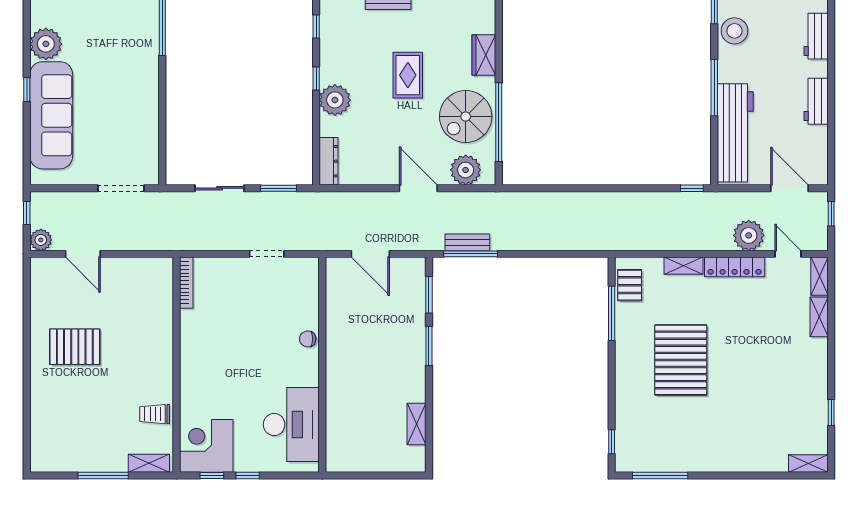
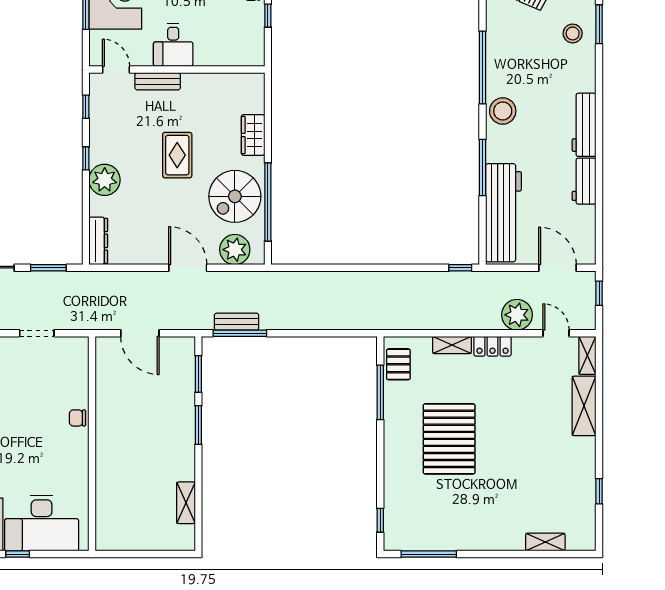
workbench: (816, 36) -> (584, 125), width x1.38
locker: (735, 267) -> (493, 346), width x0.66
shelving: (819, 317) -> (584, 406), width x1.50, depth x1.33
desk: (291, 424) -> (42, 523), moved, turned 90
shelving: (808, 464) -> (545, 542), moved

